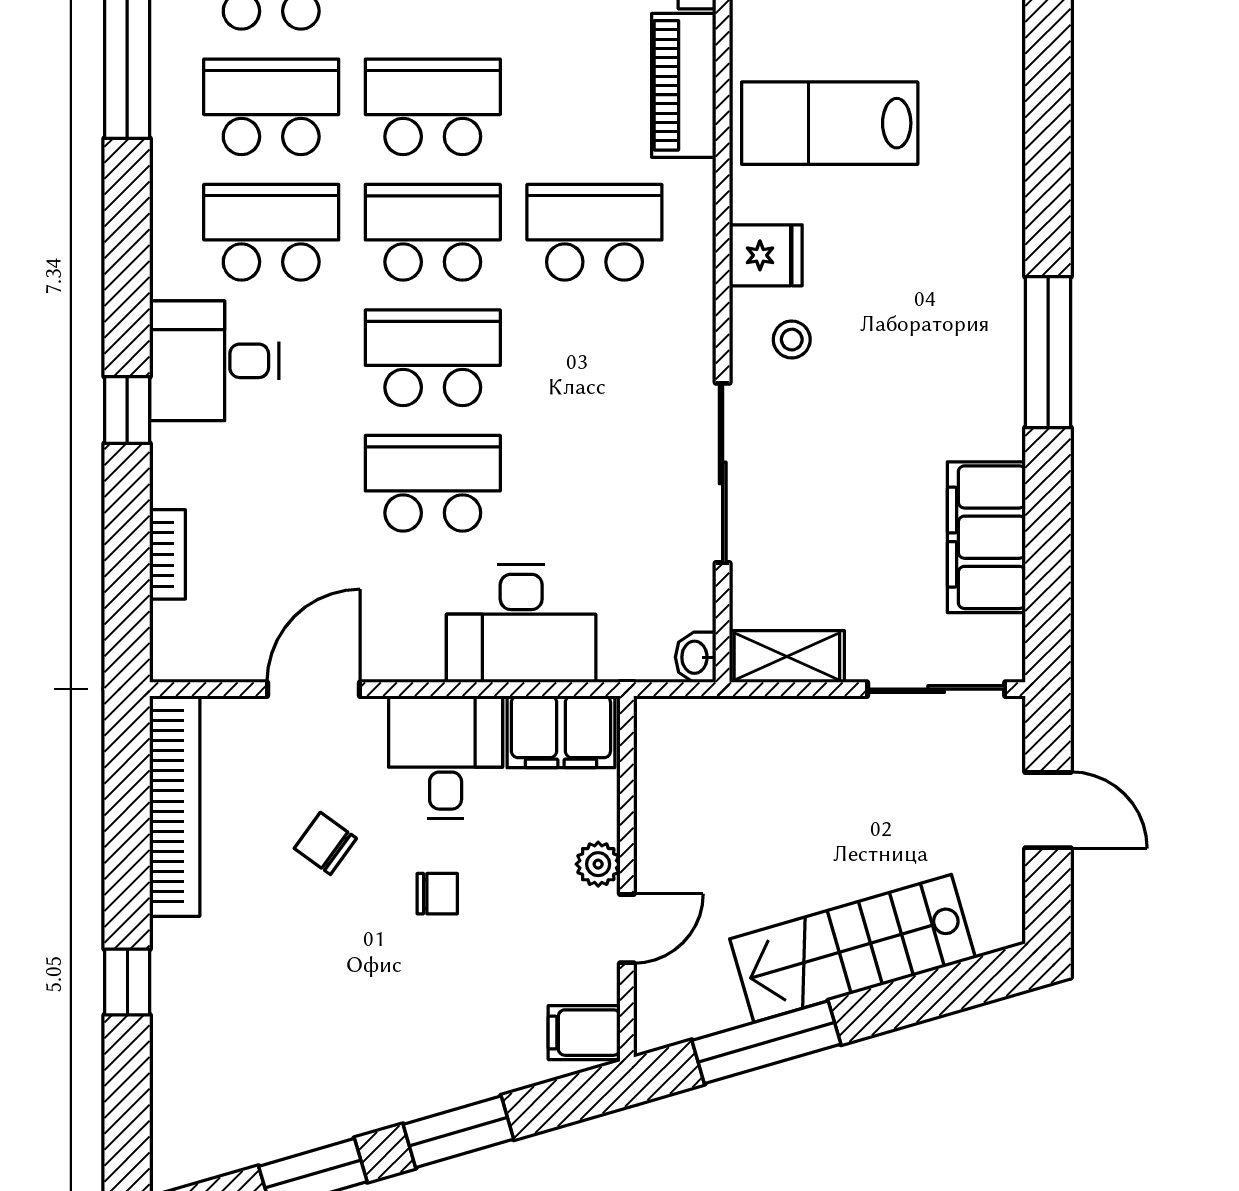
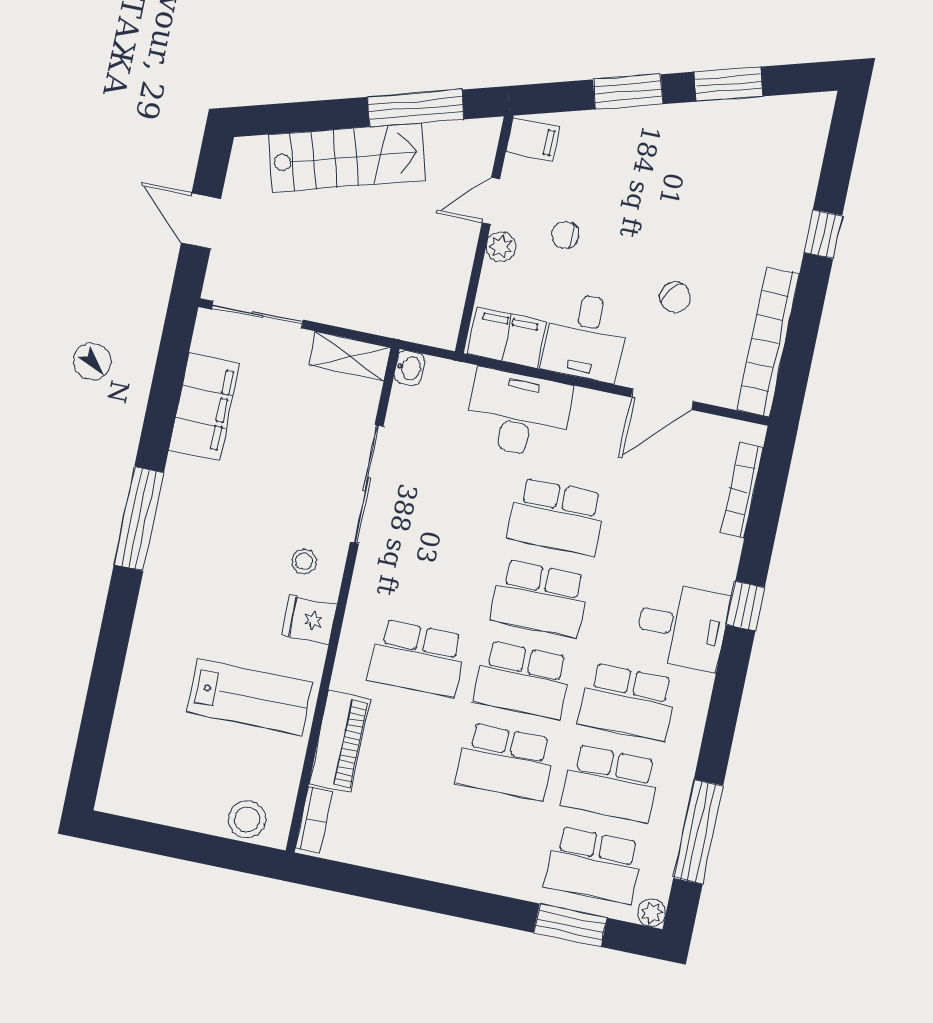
bookcase: (168, 554) -> (742, 490), width x1.56
chair: (437, 894) -> (565, 235), moved

